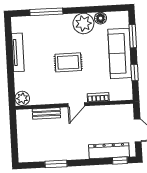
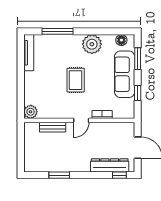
floor lamp: (100, 18) -> (121, 40), moved
tv unit: (18, 52) -> (29, 53), moved
rug: (68, 62) -> (76, 80), turned 90

